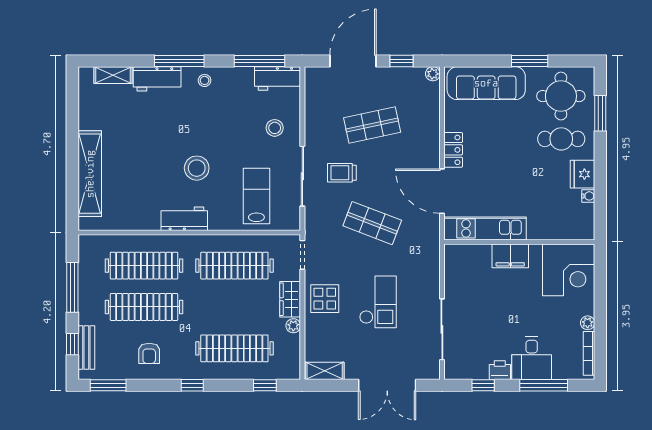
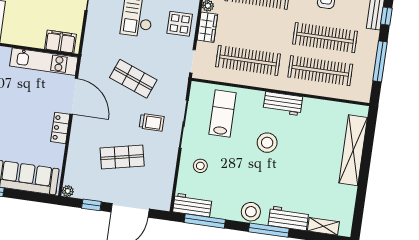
stool: (205, 80) -> (251, 212), width x1.89, depth x1.89
lab bench: (256, 196) -> (223, 113), turned 180
filing cabinet: (510, 256) -> (60, 42), moved

